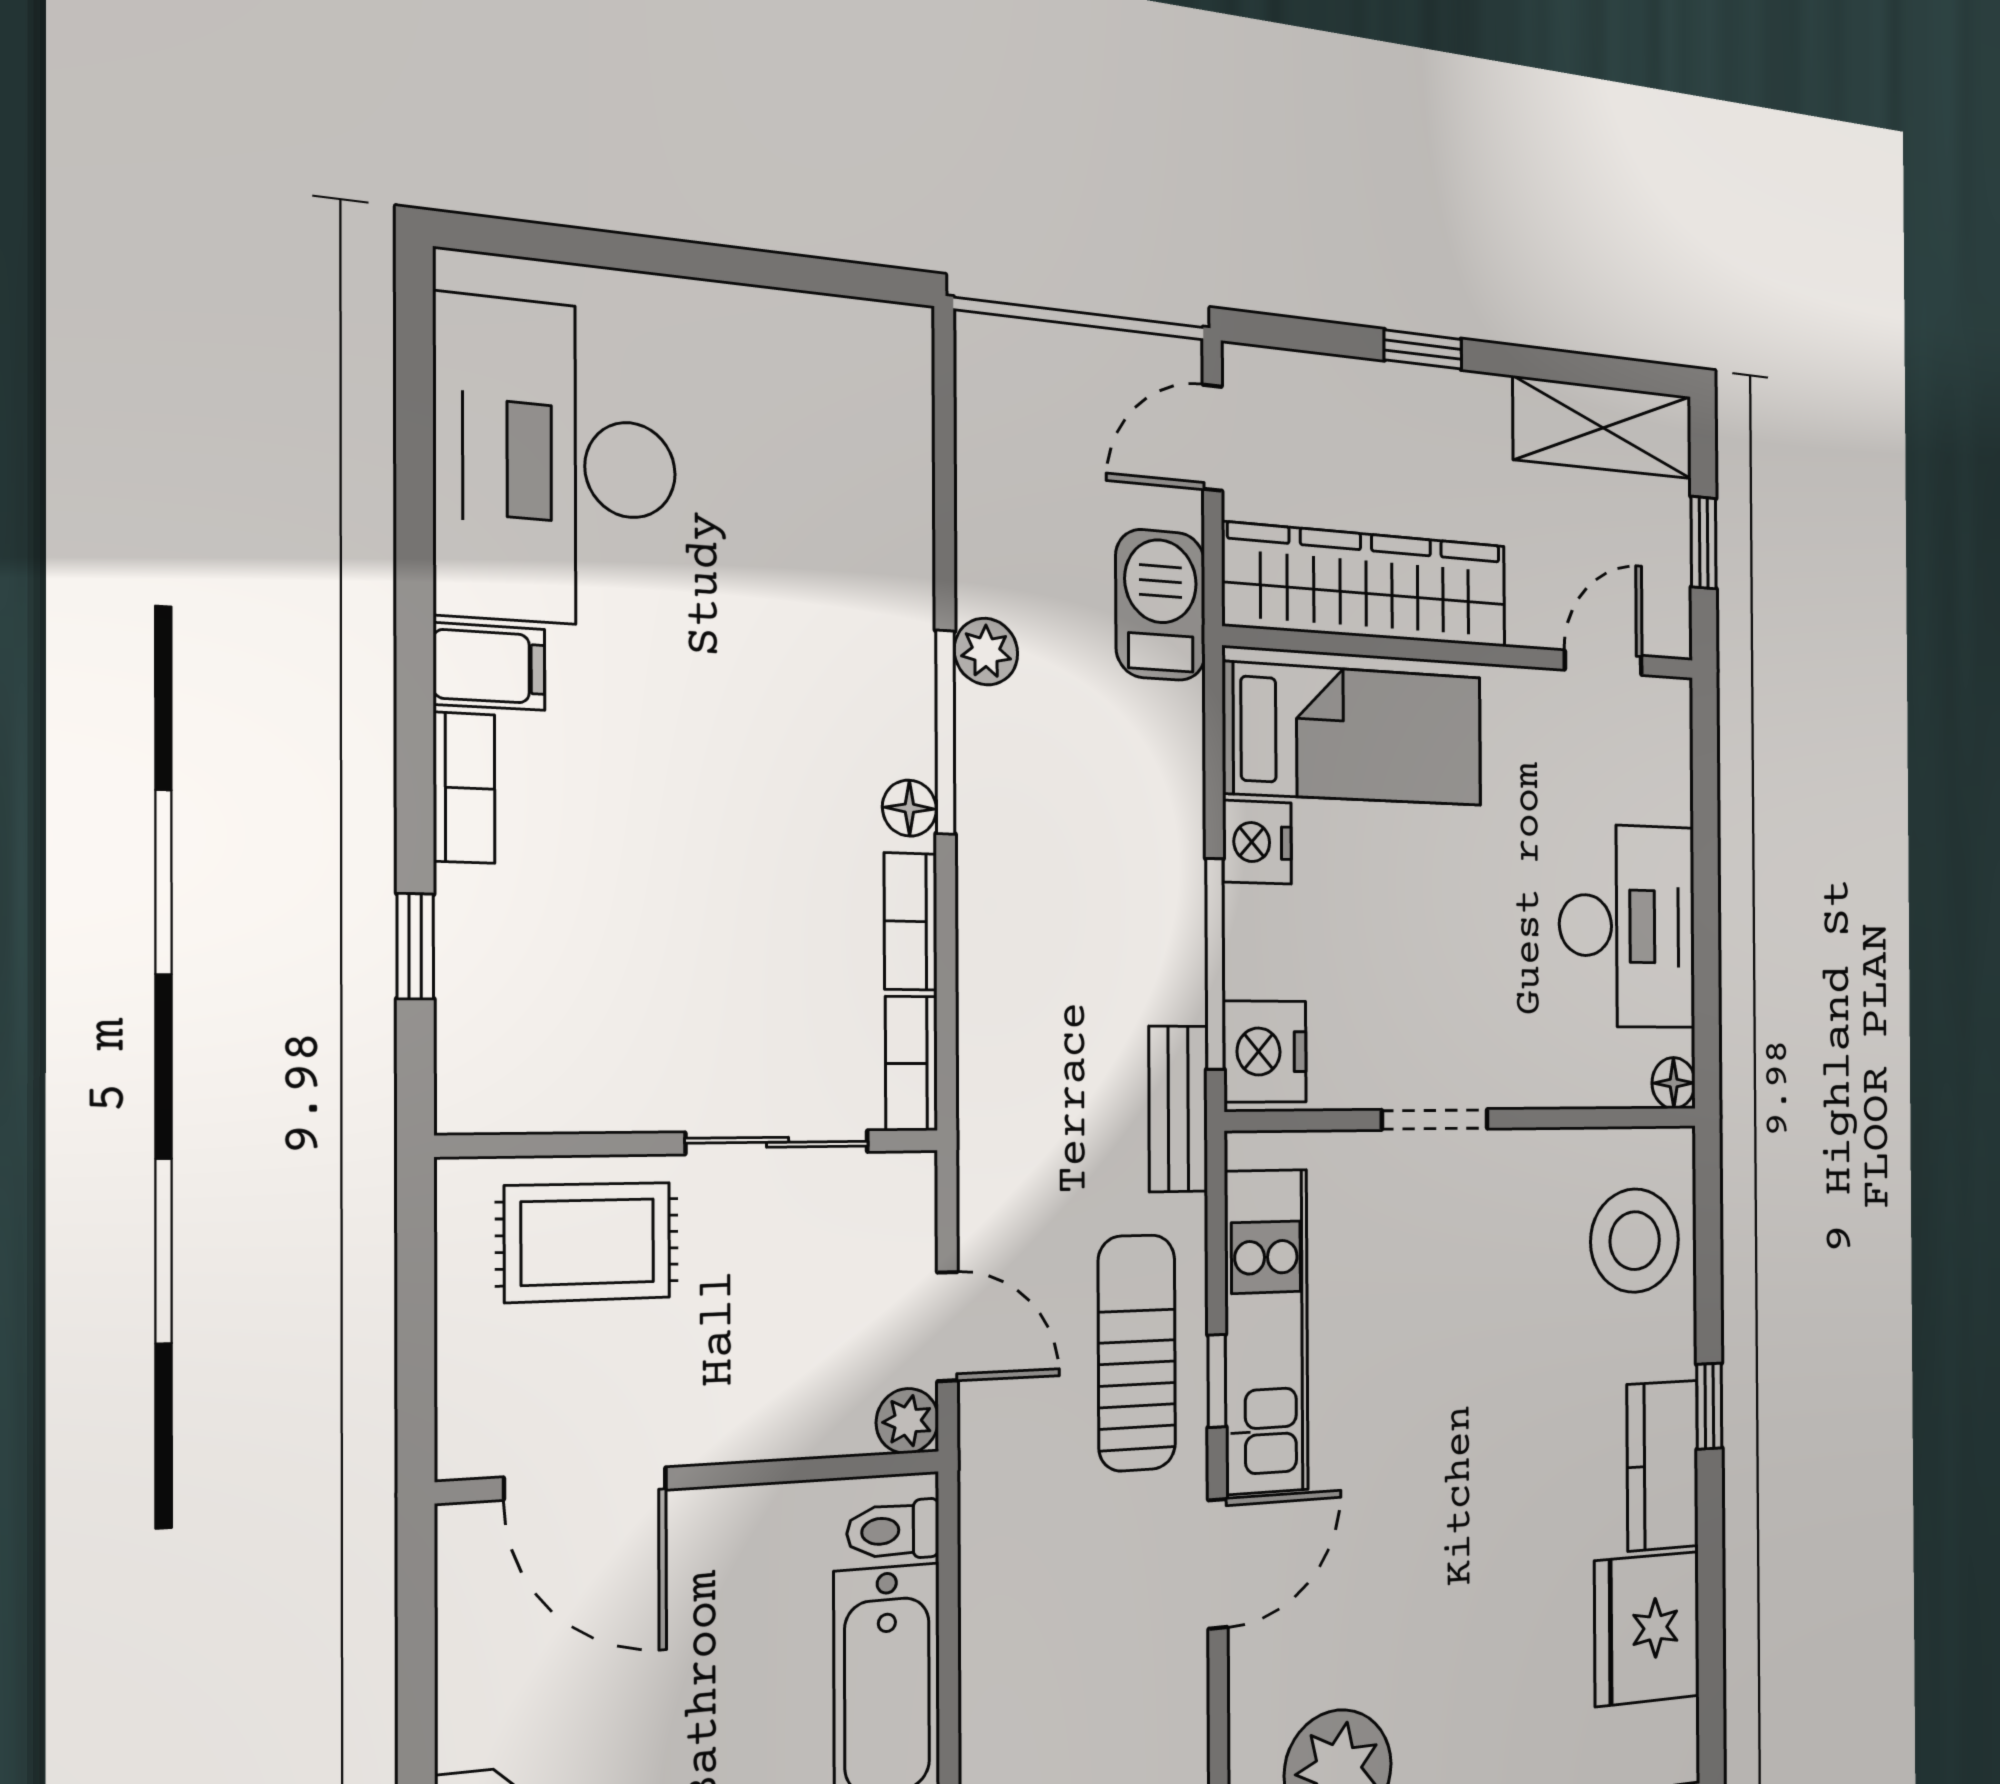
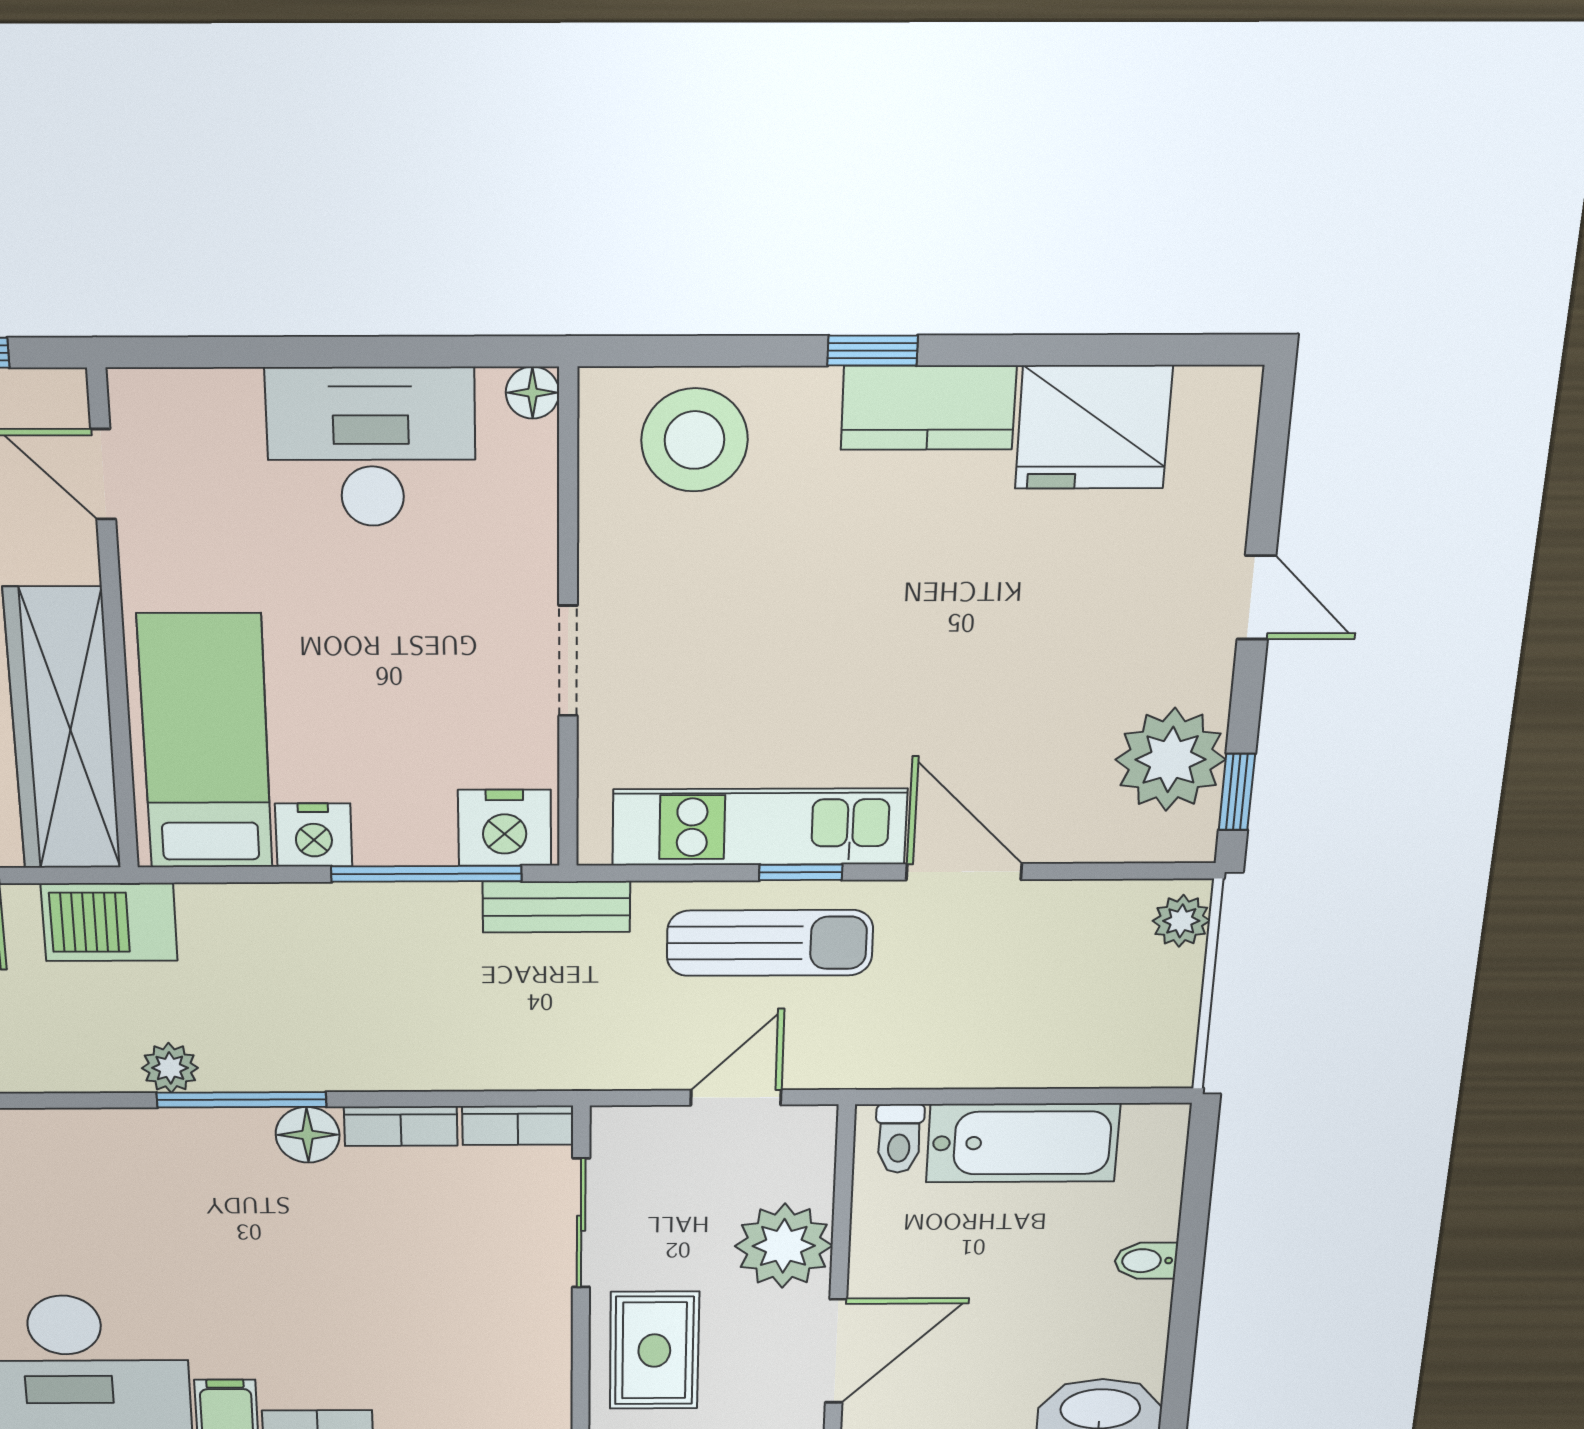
floor lamp: (909, 808) -> (308, 1135), width x1.37, depth x1.37
sun lounger: (1137, 1353) -> (770, 943), turned 180
plant: (907, 1421) -> (784, 1246), moved, width x1.88, depth x1.88

